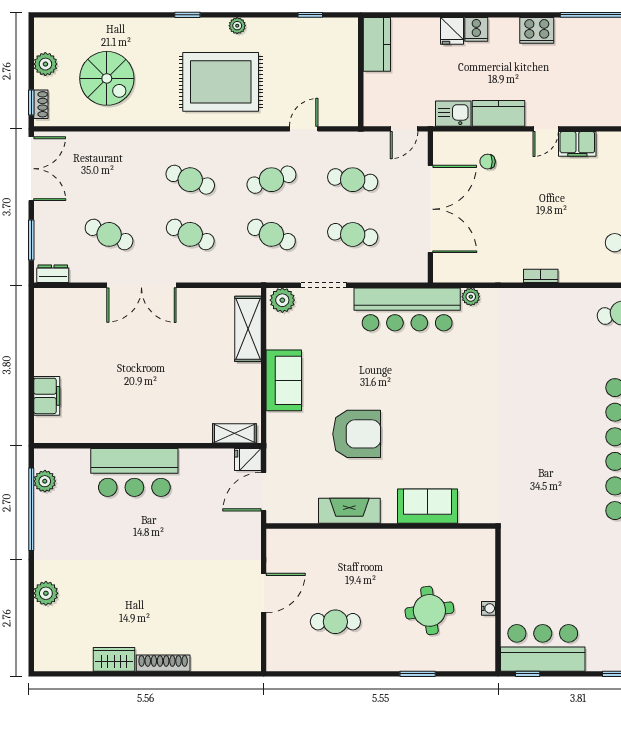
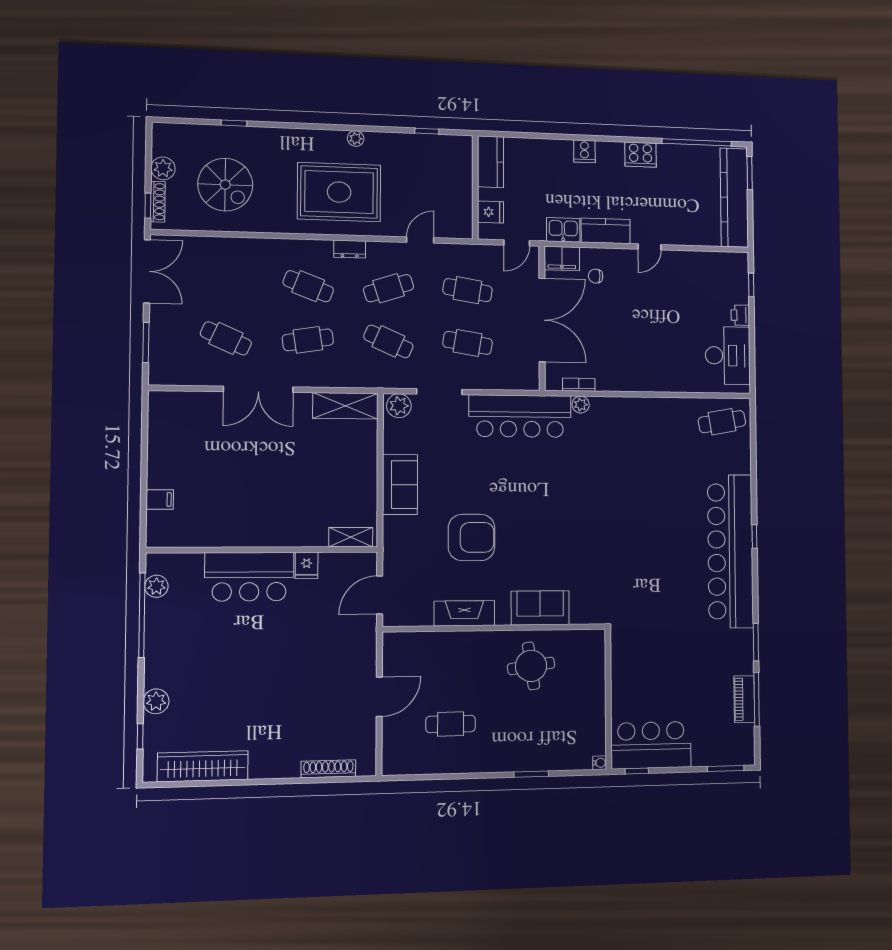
window: (187, 15) -> (234, 123), moved
fridge: (452, 31) -> (491, 212), moved, turned -90
shoe rack: (41, 104) -> (158, 202), width x1.43
filing cabinet: (577, 144) -> (562, 258), moved
cafe table: (190, 234) -> (308, 340), turned -33
dresser: (53, 274) -> (350, 249), moved, turned 180
bookcase: (541, 276) -> (579, 385), moved
shelving: (248, 329) -> (345, 406), moved, turned 90
filing cabinet: (47, 396) -> (160, 500), width x0.50
fridge: (248, 459) -> (307, 565), moved, turned -90
water cooler: (489, 608) -> (600, 763), moved
round table: (429, 610) -> (531, 666), moved
window: (31, 627) -> (140, 736), added
wardrobe: (114, 659) -> (203, 766), width x2.10, depth x1.17
shoe rack: (163, 663) -> (328, 769), moved

